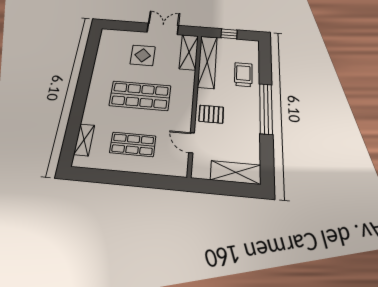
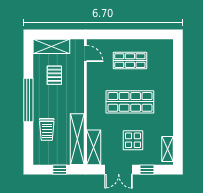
window: (131, 26) -> (147, 170), added
pallet: (211, 114) -> (54, 75), moved, turned 90
shelving: (84, 140) -> (168, 149), moved
door: (192, 143) -> (85, 53), moved

